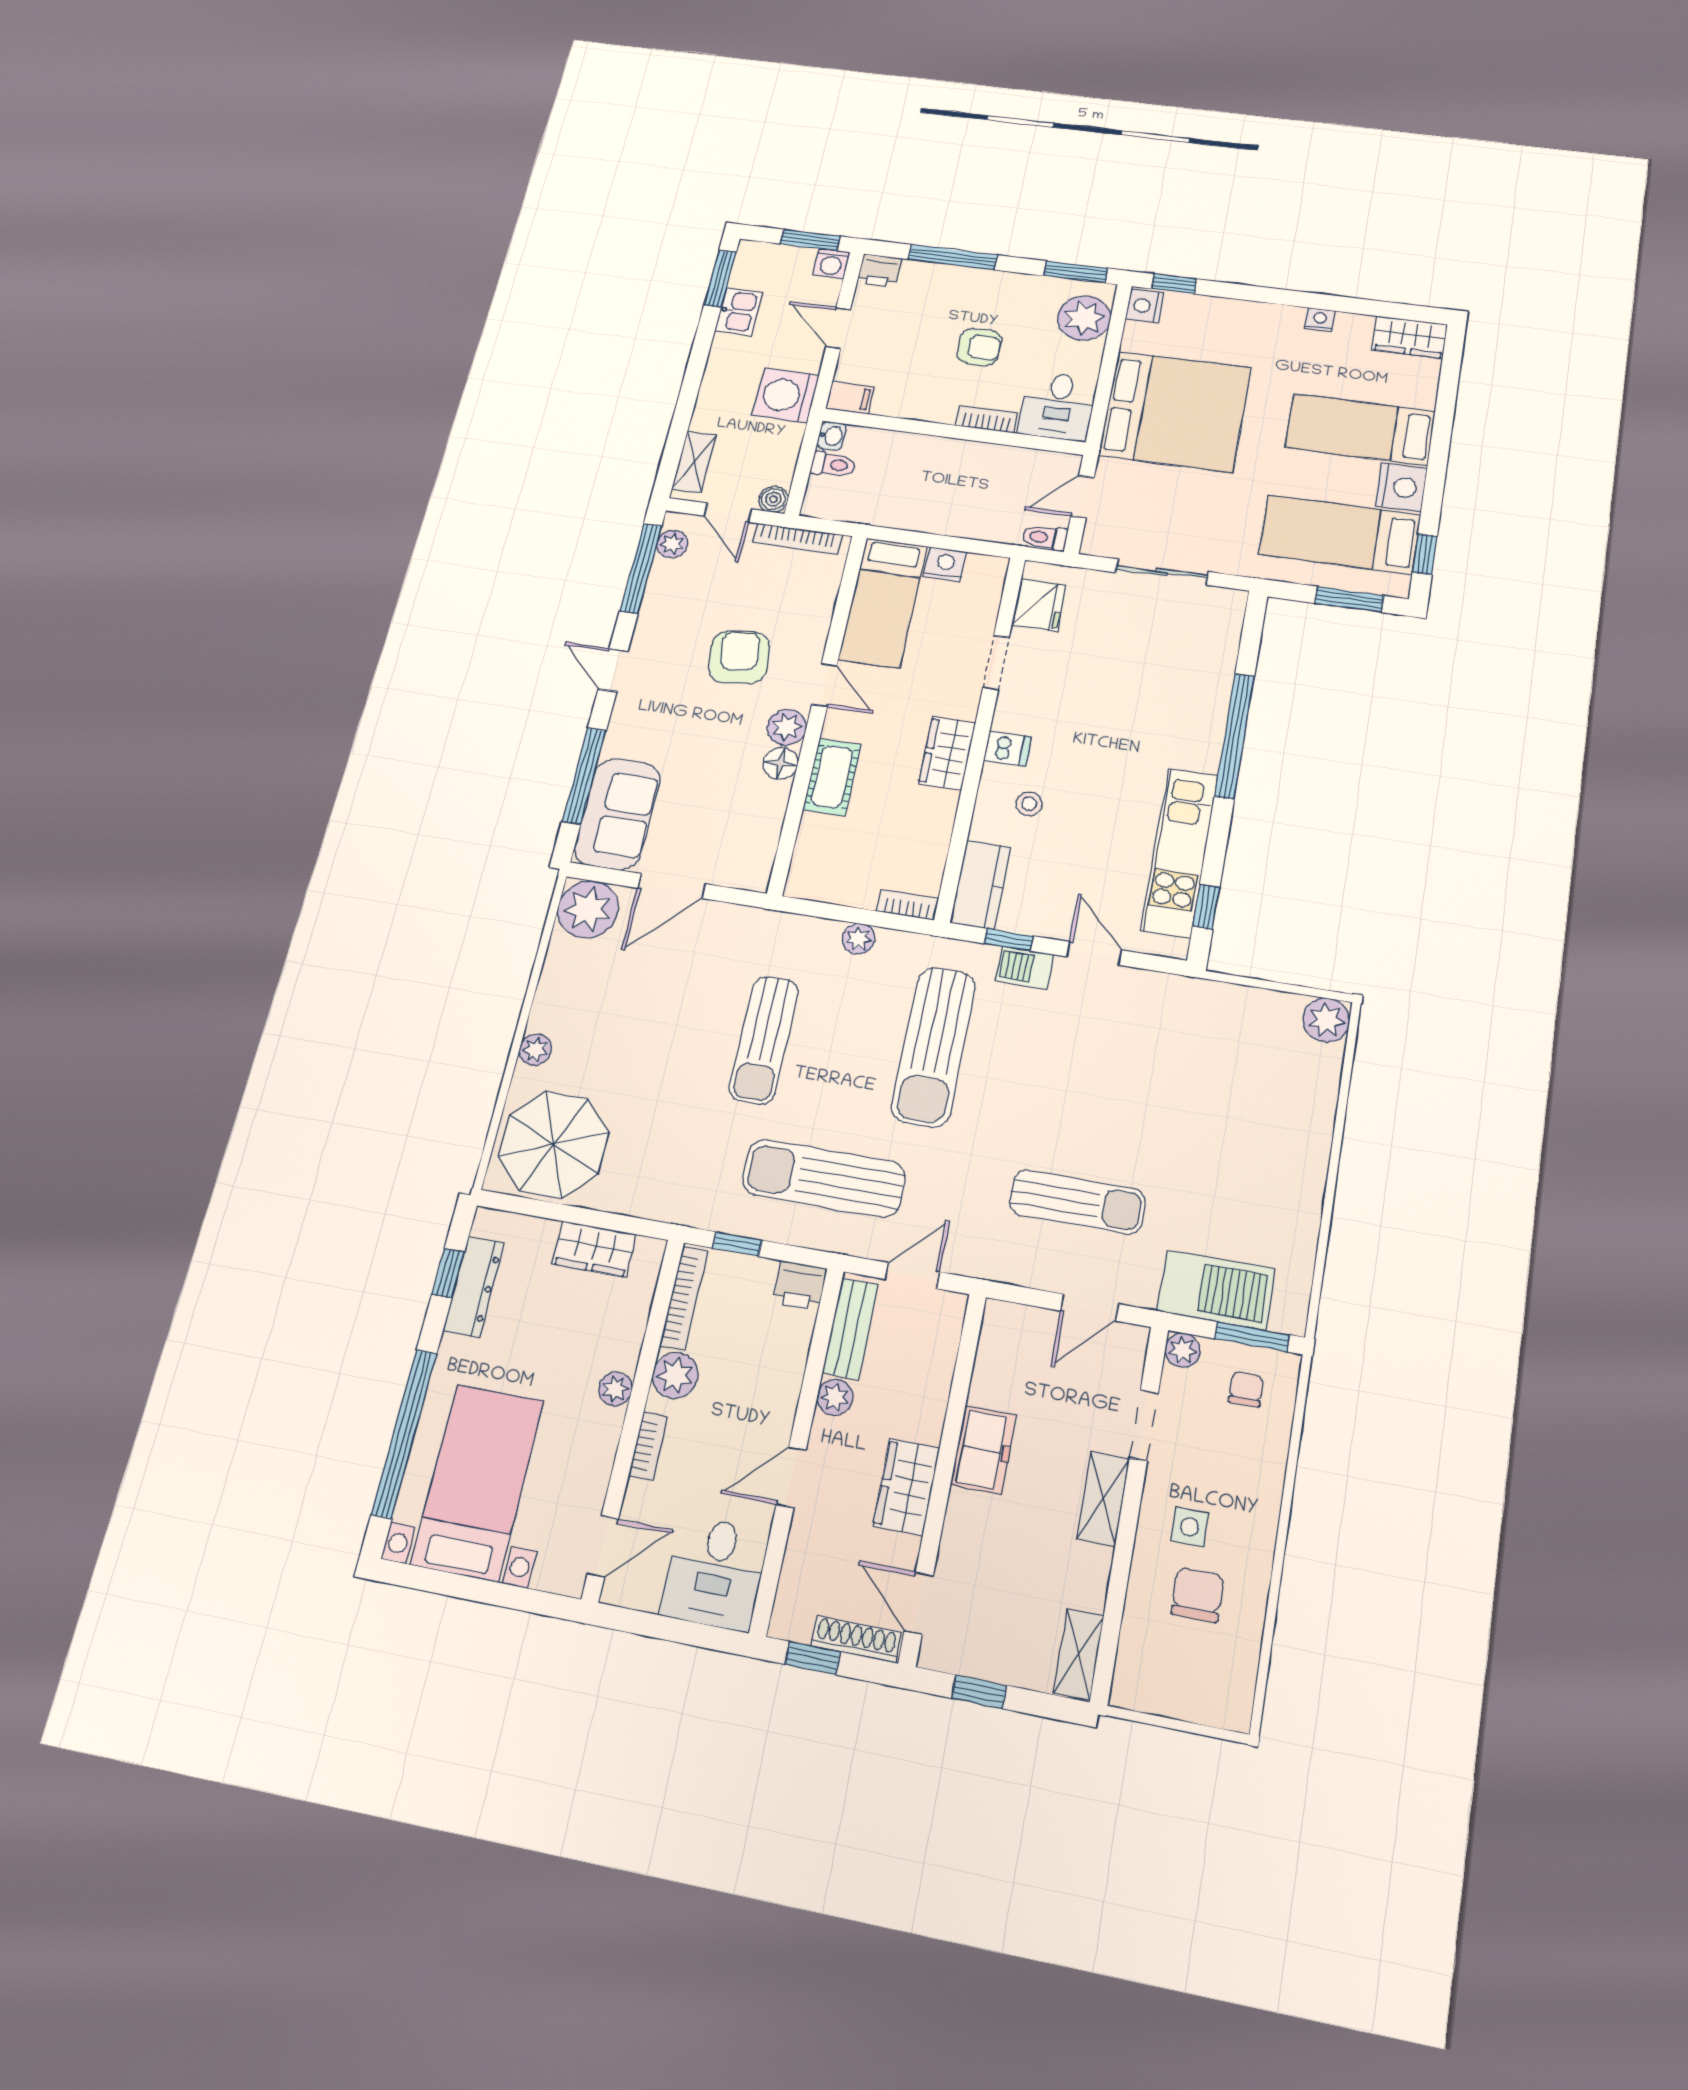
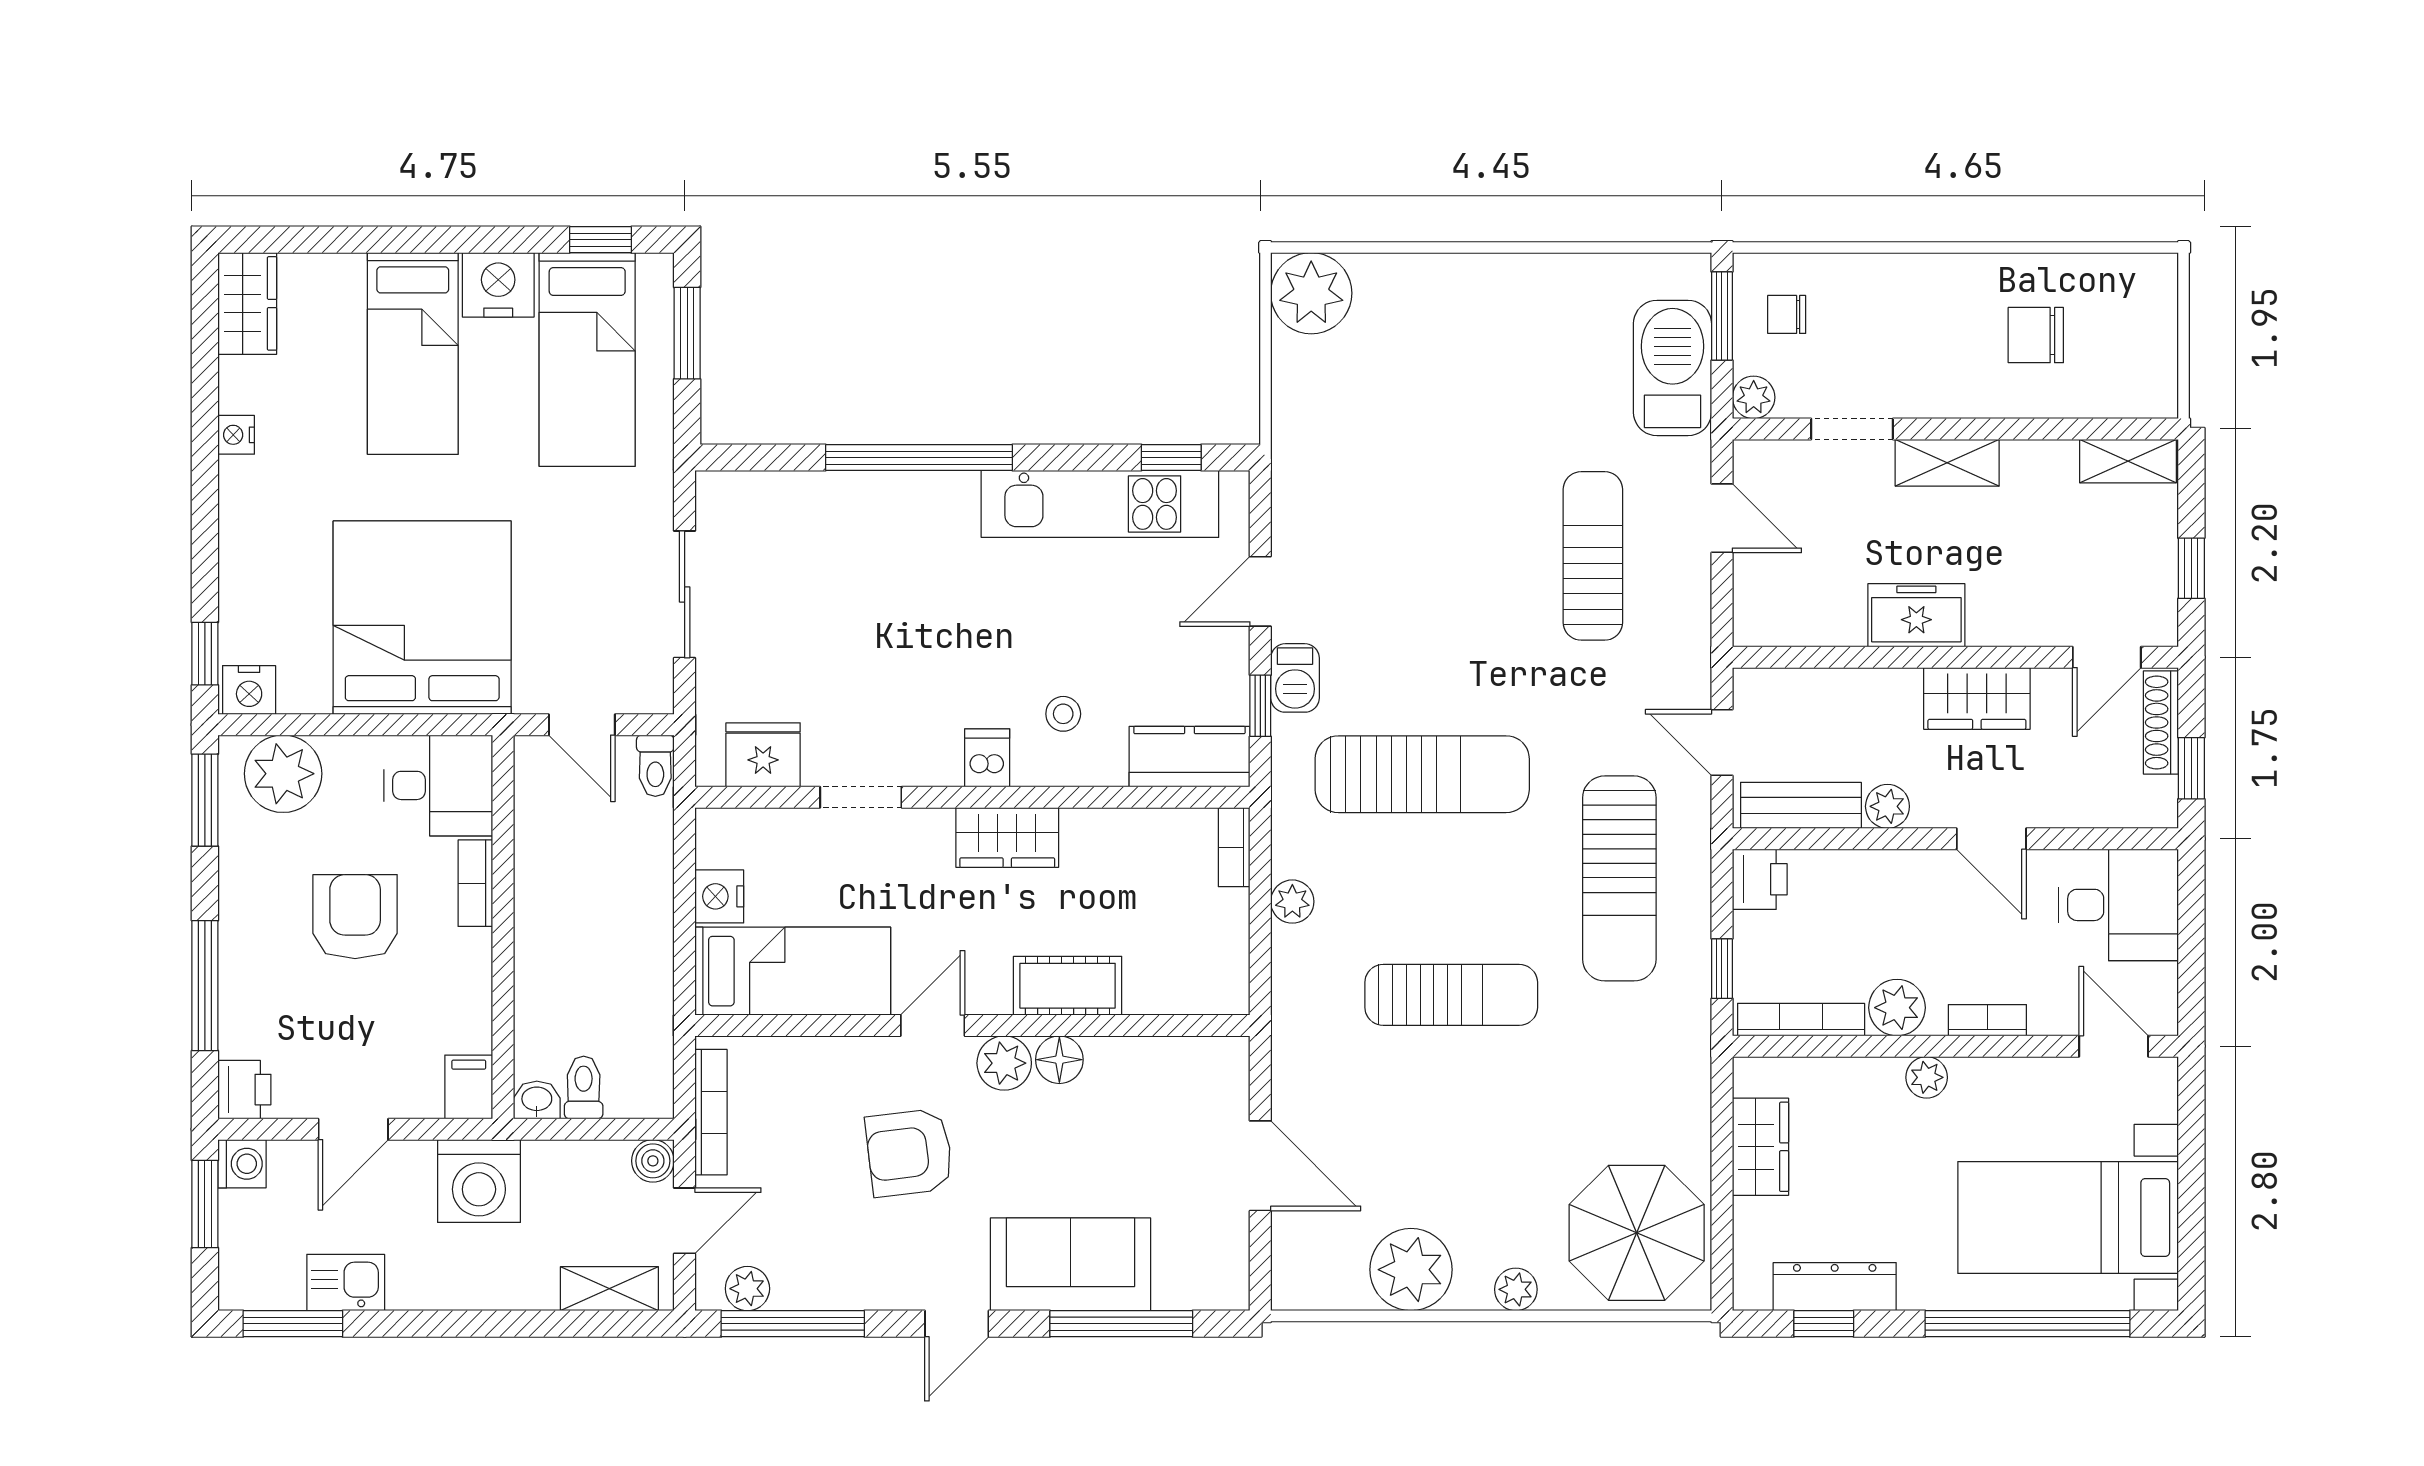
armchair: (979, 347) -> (355, 917), width x1.38, depth x1.38
sofa: (617, 814) -> (1070, 1264), moved
plant: (588, 909) -> (1411, 1270), moved
plant: (1326, 1020) -> (1311, 293), width x1.36, depth x1.36
side table: (1190, 1527) -> (1960, 356), removed

